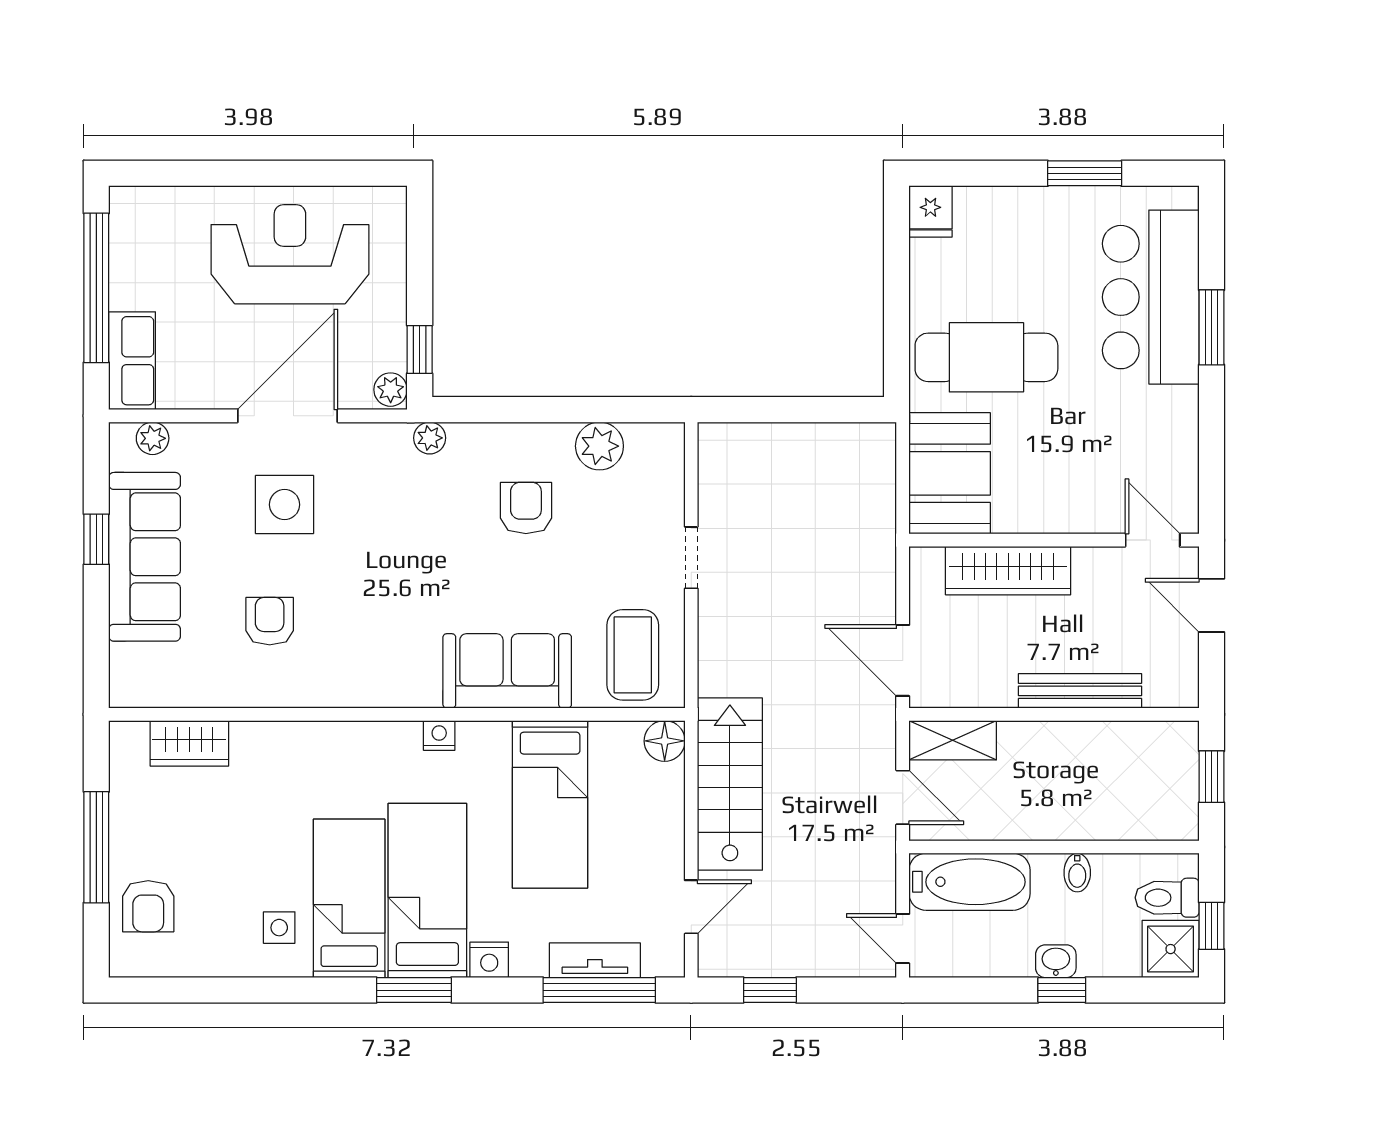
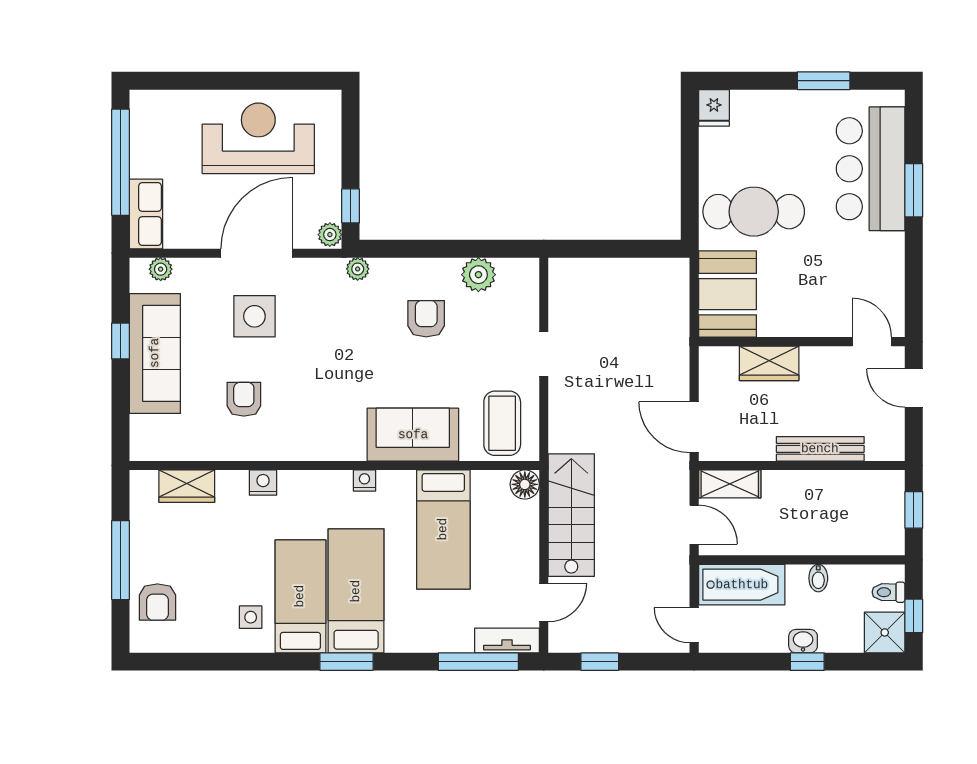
wardrobe: (1008, 571) -> (769, 363), width x0.67
toilet: (1167, 898) -> (889, 592), width x0.73, depth x0.72
nightstand: (489, 960) -> (263, 483), moved, turned 180
tv unit: (595, 960) -> (507, 640), moved

